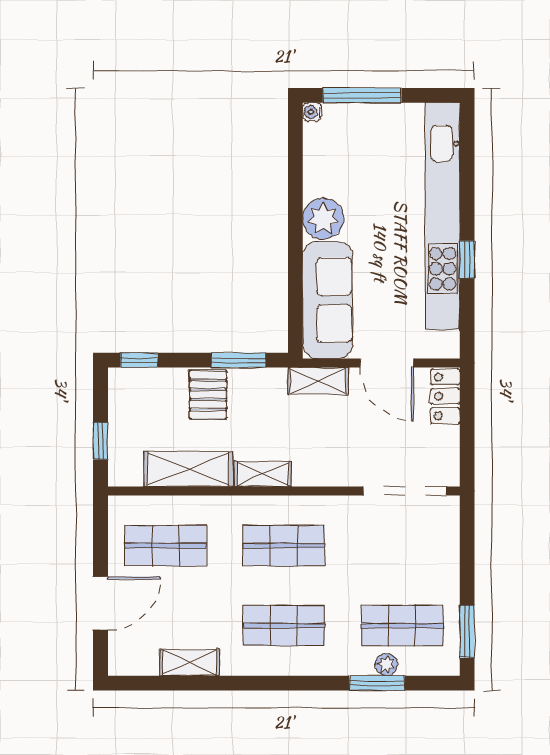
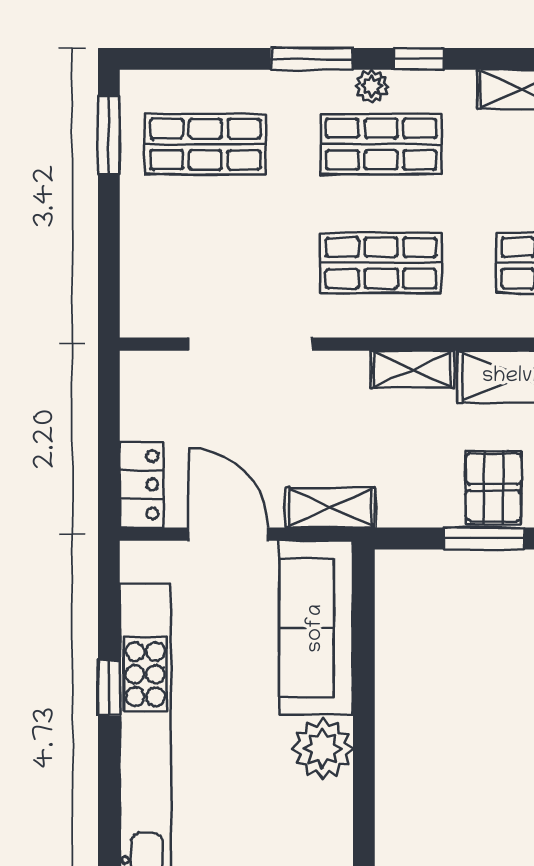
window: (239, 360) -> (484, 538), moved
doorway: (405, 491) -> (250, 344), moved
plant: (386, 665) -> (372, 86), moved
window: (259, 683) -> (419, 59), added
window: (377, 683) -> (312, 59), moved

